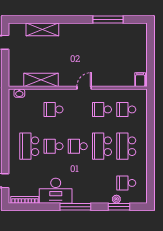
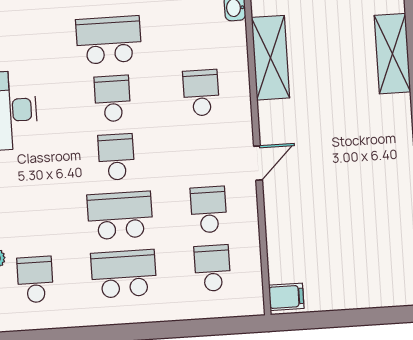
door: (84, 88) -> (258, 163), hinge flipped

